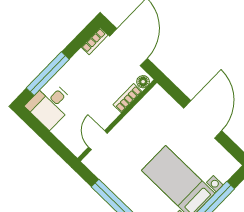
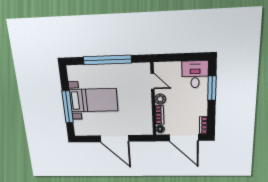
window: (48, 74) -> (212, 88), width x0.69
plant: (109, 114) -> (160, 99), added

